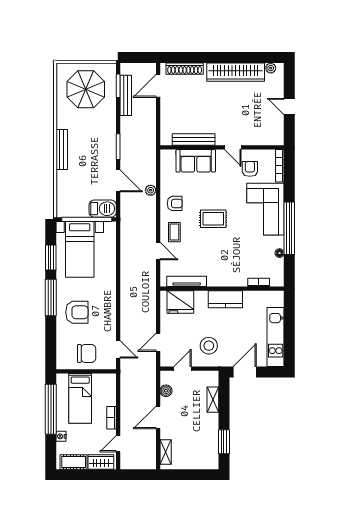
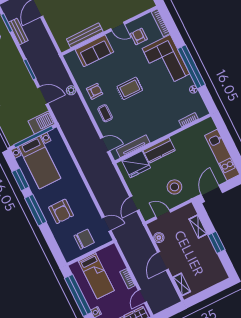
bench: (126, 95) -> (18, 31), width x0.73
door: (158, 251) -> (105, 145), moved
kitchen counter: (225, 299) -> (159, 150), moved
armchair: (77, 312) -> (61, 211), turned 90
door: (183, 369) -> (163, 214), hinge flipped
window: (224, 442) -> (216, 242), moved

